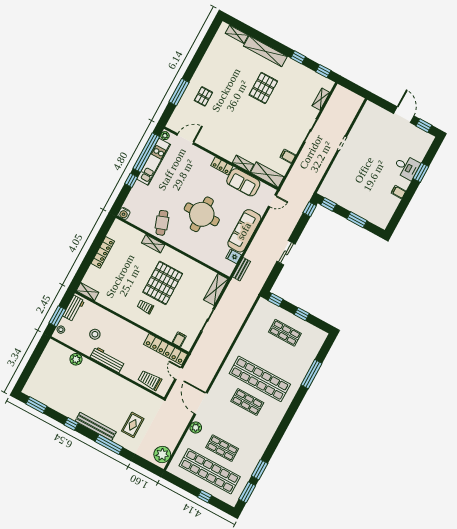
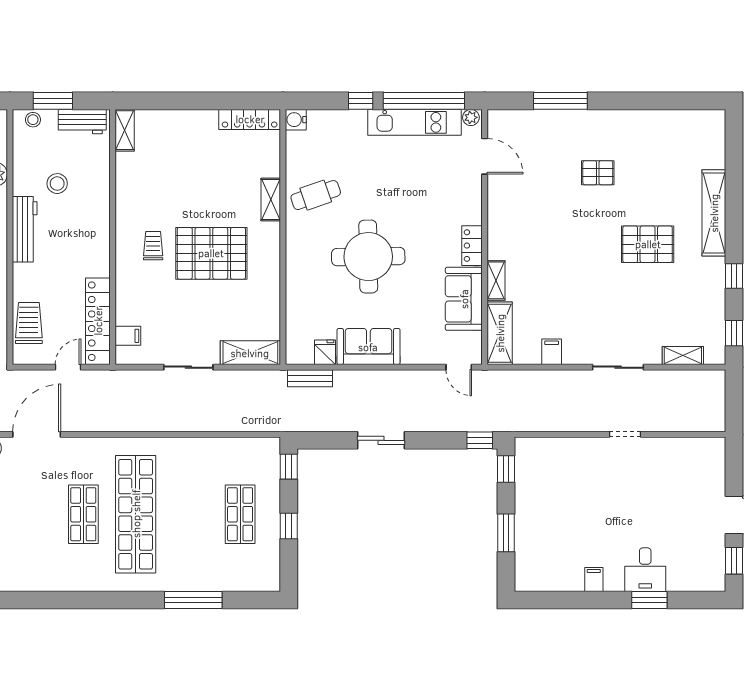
shelving: (237, 34) -> (716, 147), removed
pallet: (203, 96) -> (598, 173), moved
sofa: (244, 231) -> (368, 347), width x0.73
locker: (103, 252) -> (250, 119), moved

